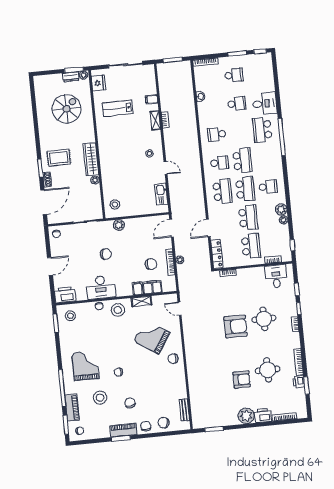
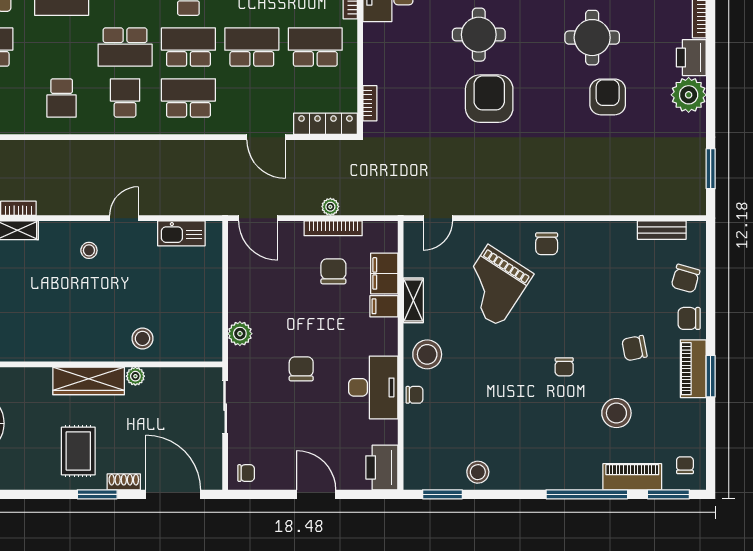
school desk: (242, 161) -> (125, 47), turned 180
stool: (115, 204) -> (142, 338), moved
stool: (70, 316) -> (478, 472), moved
grand piano: (85, 366) -> (543, 438), removed

